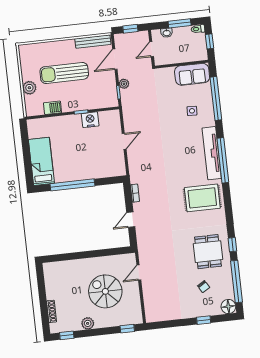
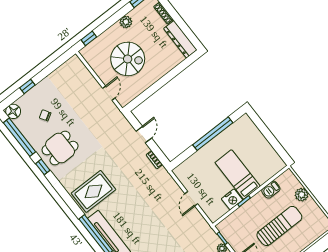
bed: (41, 161) -> (238, 174), moved, turned 180
dining table: (208, 252) -> (60, 148), turned 90
dresser: (51, 281) -> (180, 39), added

